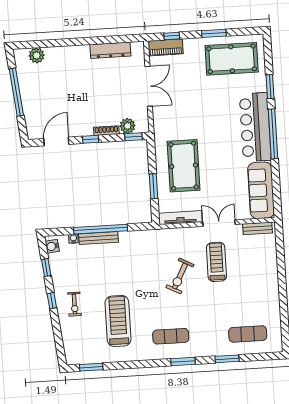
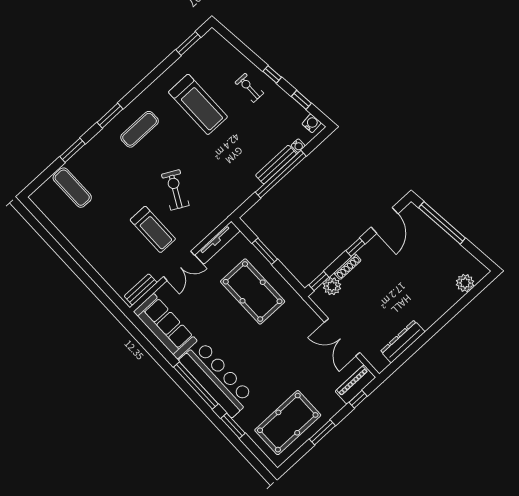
window: (16, 92) -> (442, 223), moved
exercise mat: (248, 334) -> (72, 188), turned 90

